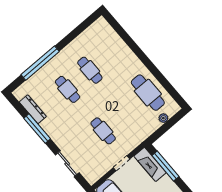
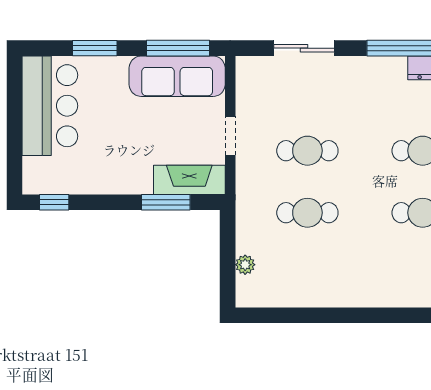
cafe table: (148, 93) -> (307, 213), moved, width x0.73, depth x0.74
window: (165, 166) -> (166, 202), width x0.69

